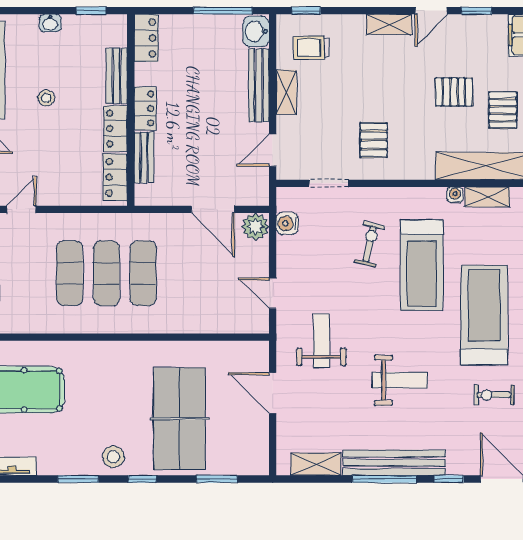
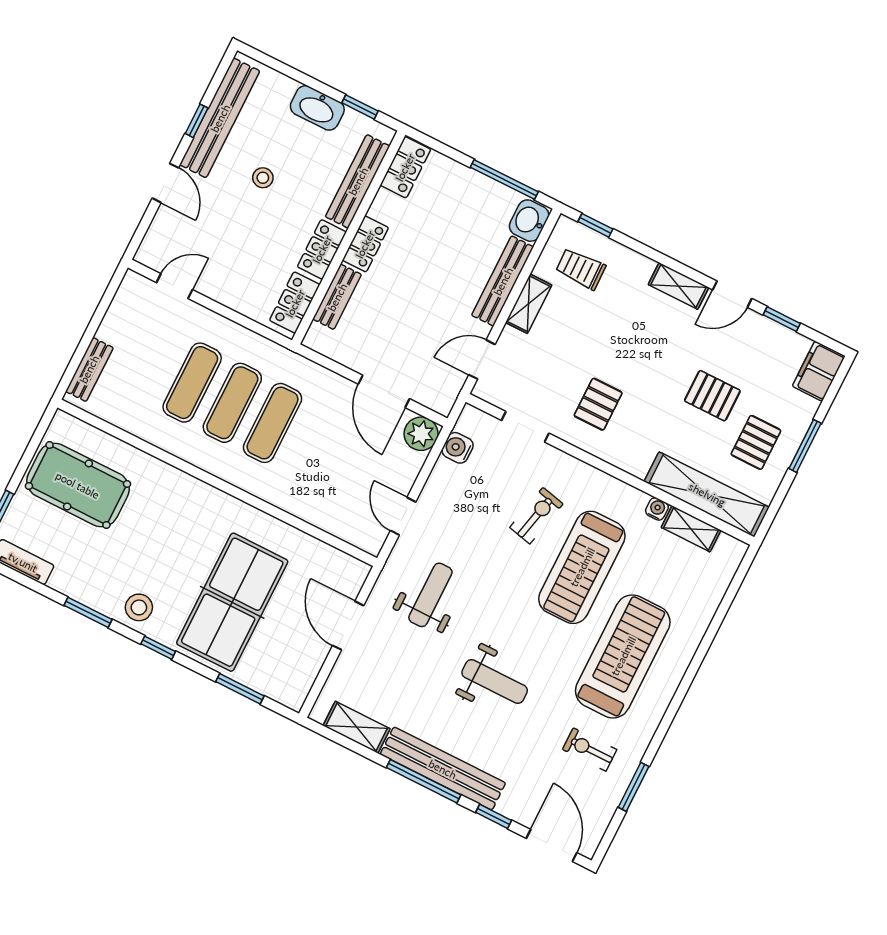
washbasin: (50, 23) -> (317, 108), width x1.91, depth x1.45
bench: (117, 76) -> (358, 181), width x1.36

